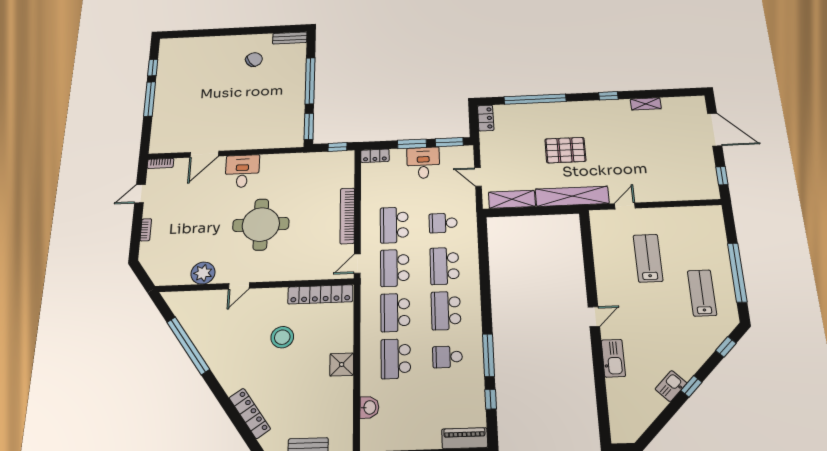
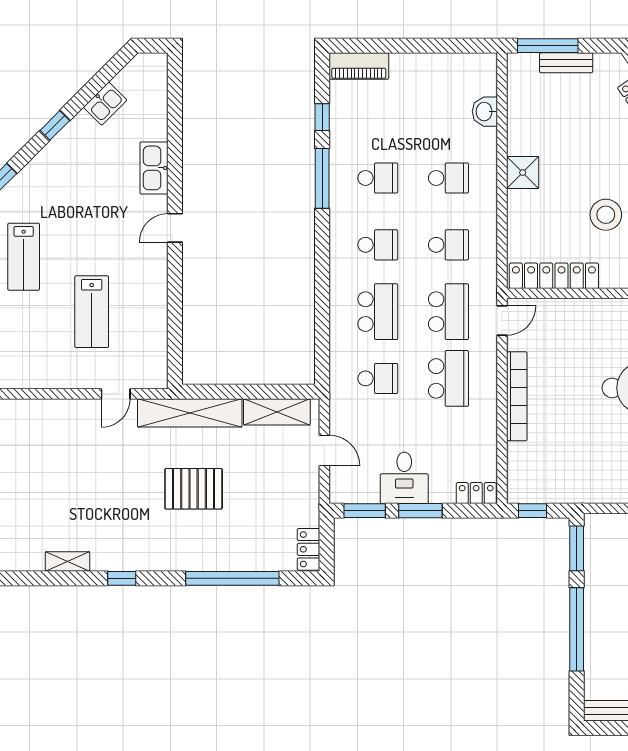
school desk: (446, 311) -> (378, 245), width x0.54
school desk: (395, 312) -> (448, 245), width x0.54
school desk: (396, 359) -> (448, 178), width x0.54
kitchen sink: (671, 386) -> (105, 104), moved

